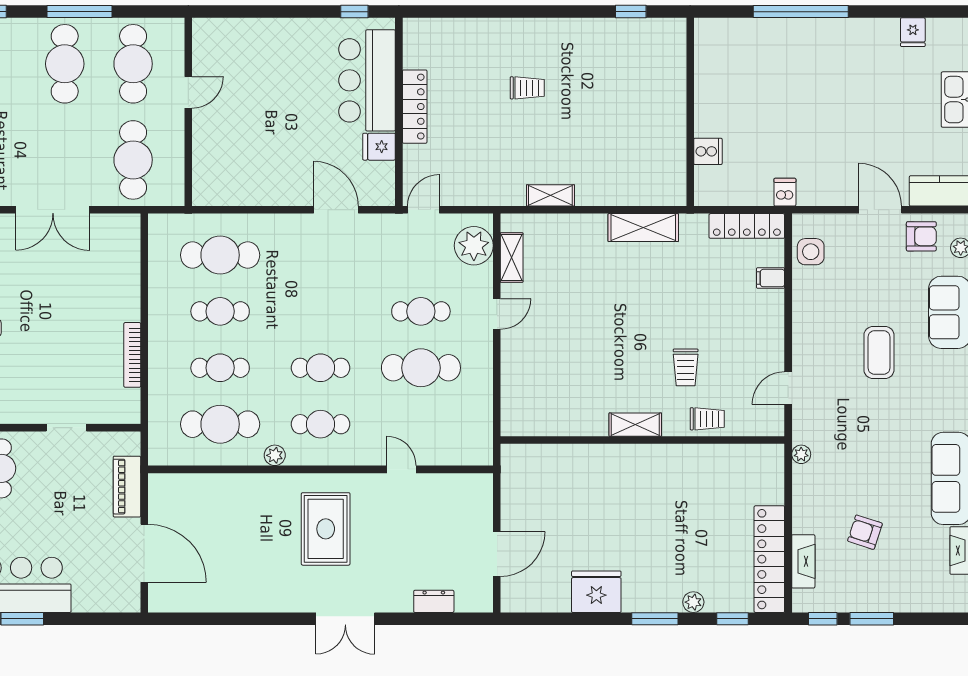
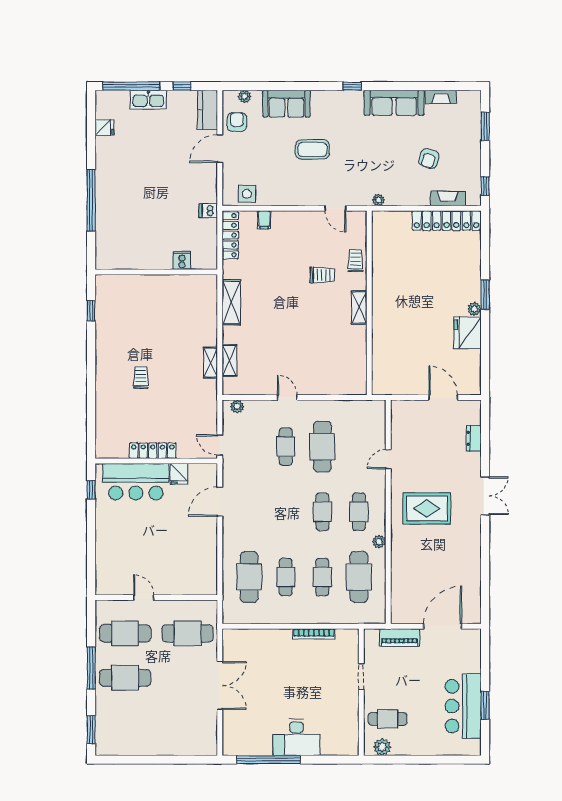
plant: (474, 246) -> (237, 406), width x0.53, depth x0.53
shelving: (512, 258) -> (229, 360), moved, turned 90
plant: (693, 602) -> (474, 309), moved
window: (732, 619) -> (485, 245), removed
window: (872, 619) -> (485, 126), moved

